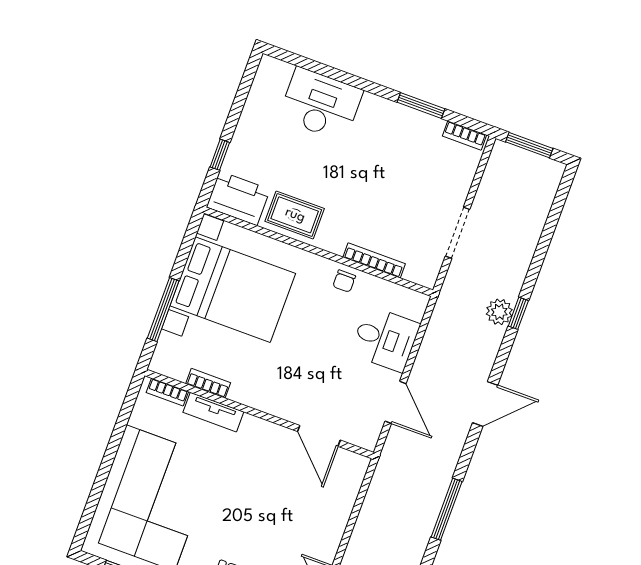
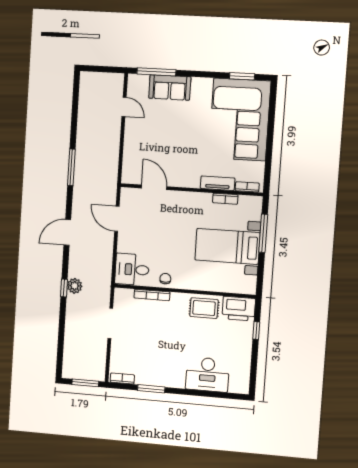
bed with nightstands: (233, 290) -> (227, 246), width x0.73
desk: (385, 339) -> (132, 269), moved

